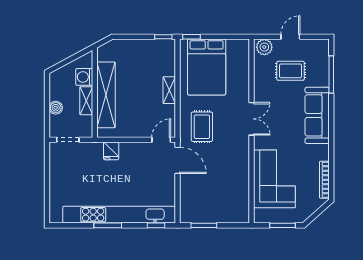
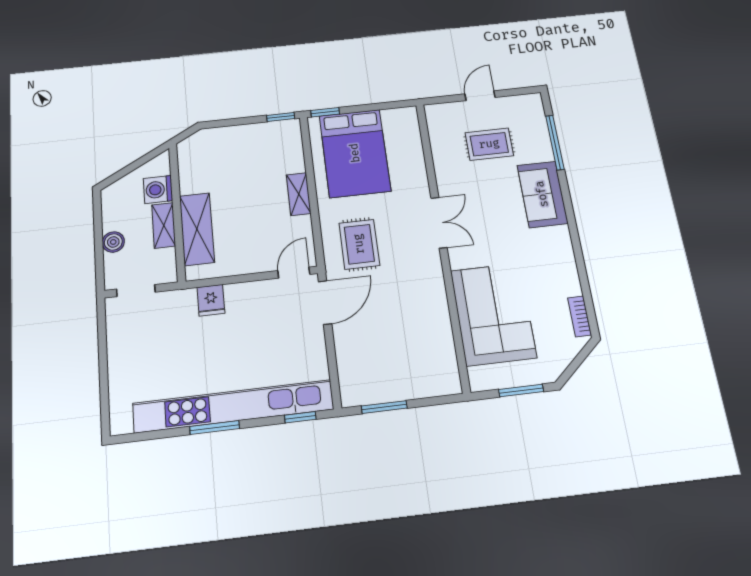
plant: (264, 47) -> (442, 114), removed
shelving: (106, 95) -> (197, 229), width x0.68
sofa: (317, 115) -> (542, 194), width x0.73
door: (177, 160) -> (325, 302), hinge flipped
bookcase: (324, 180) -> (580, 316), width x0.64

